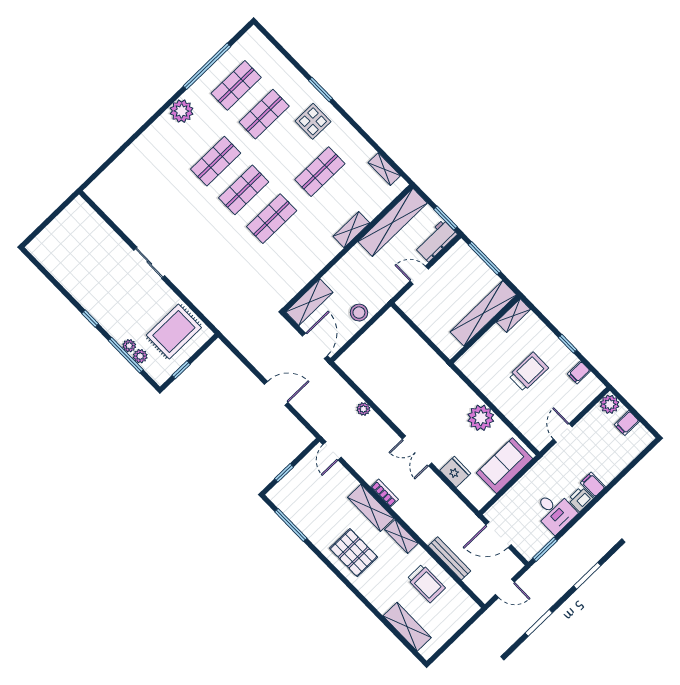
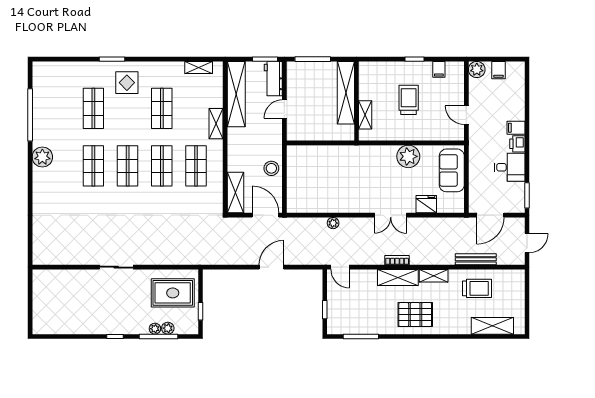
shop shelf: (236, 85) -> (196, 166), moved
shelving: (513, 316) -> (365, 115), moved
rug: (174, 331) -> (173, 293), turned 90

